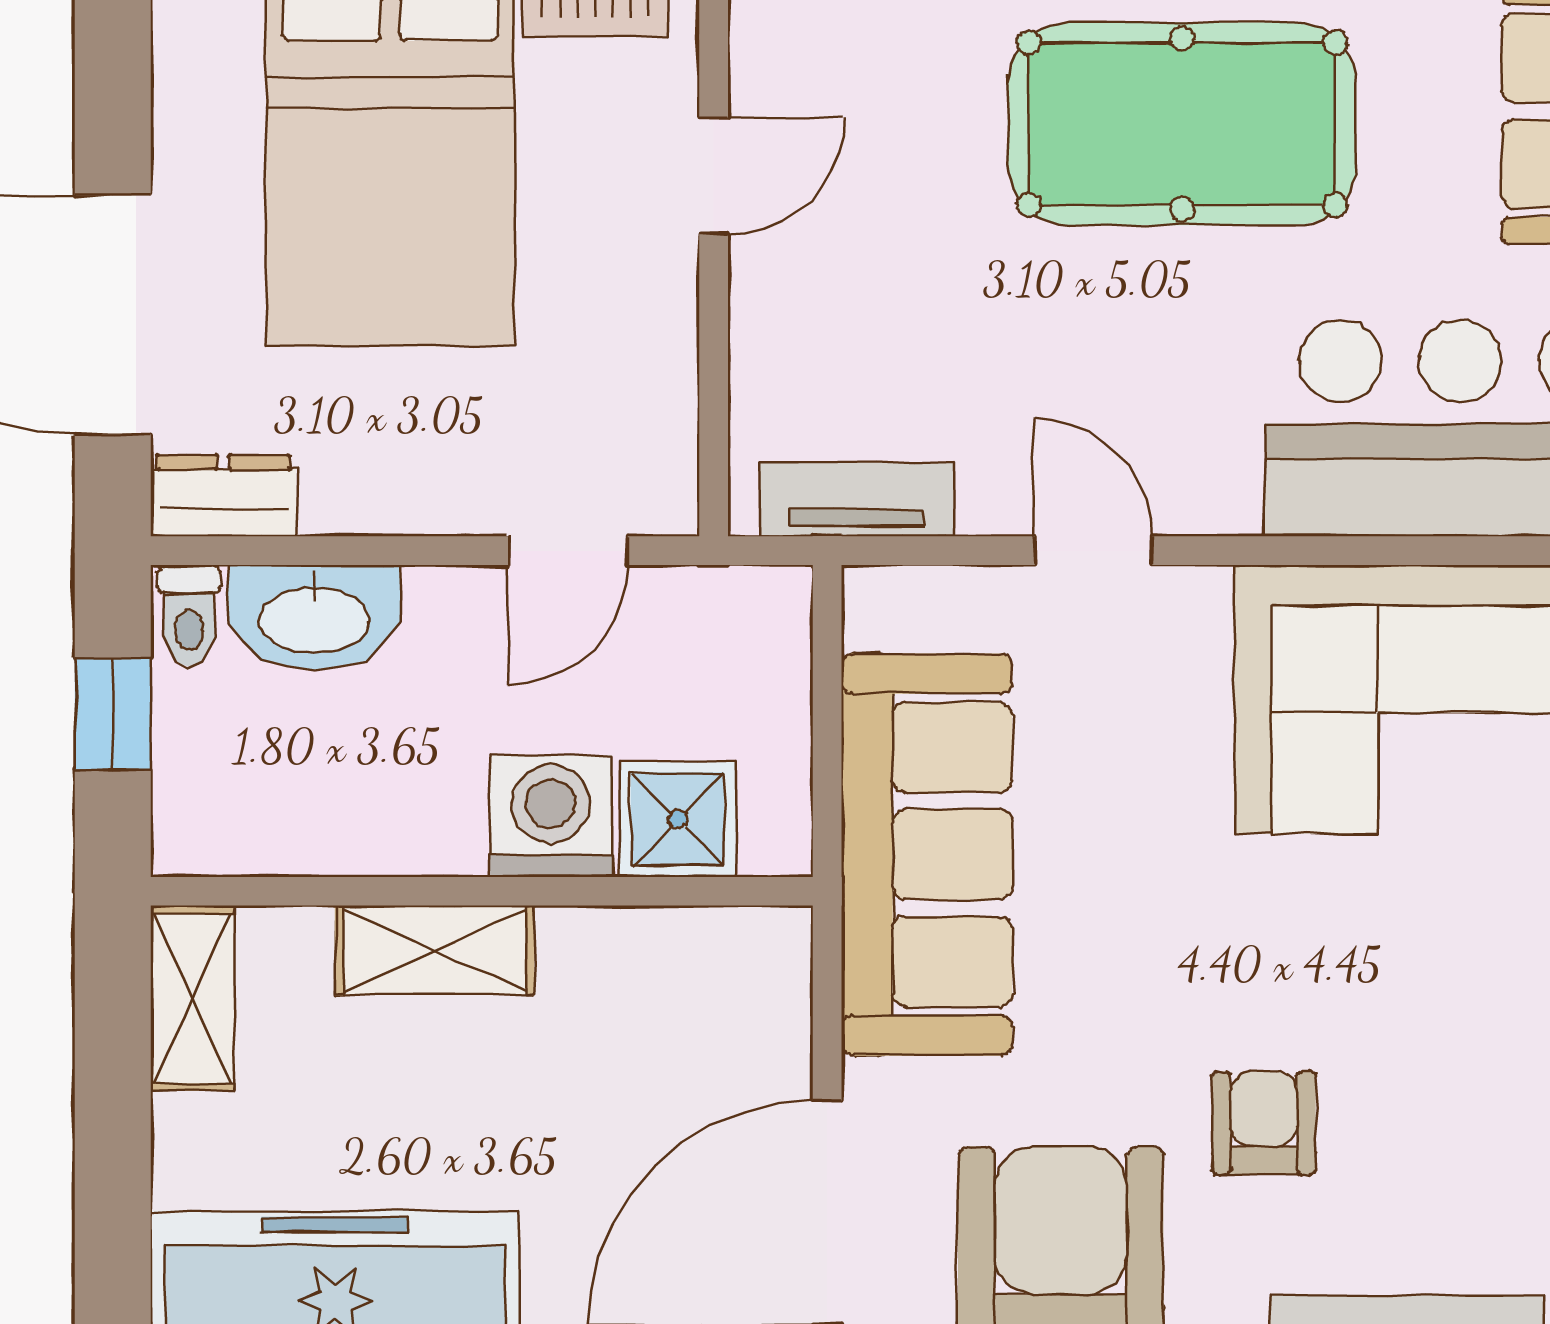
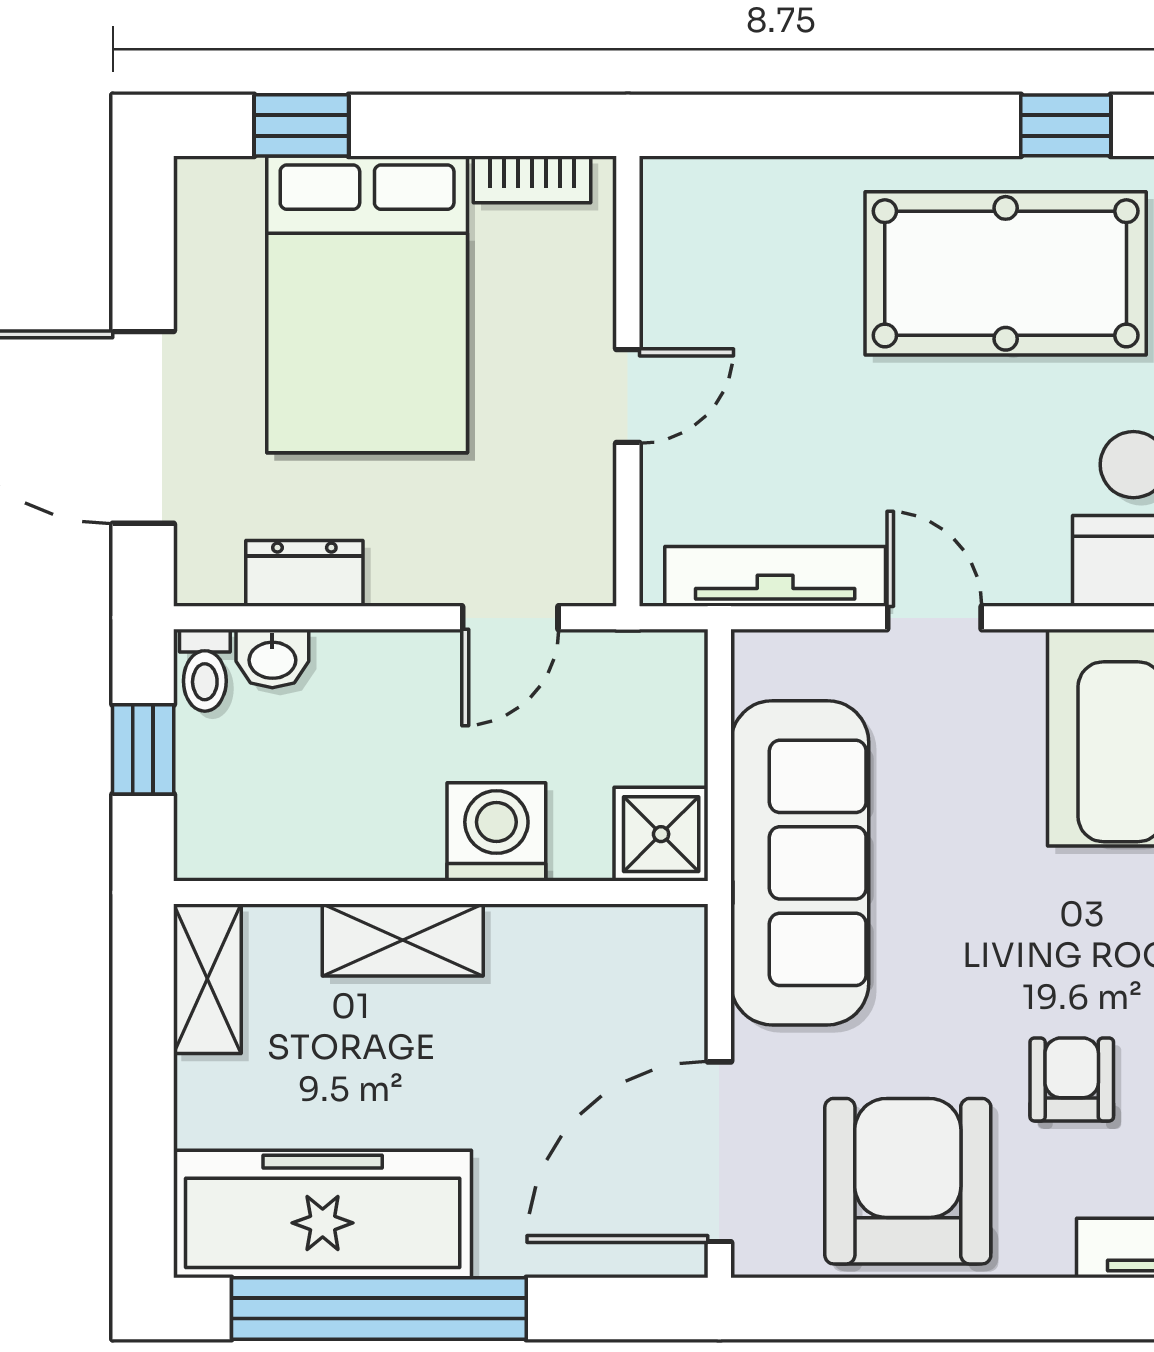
door: (714, 176) -> (628, 396), moved
dresser: (223, 496) -> (304, 573), moved
tv unit: (856, 499) -> (775, 576), width x1.41
washbasin: (314, 617) -> (272, 658), width x0.52, depth x0.69
shower: (677, 819) -> (661, 834), moved

